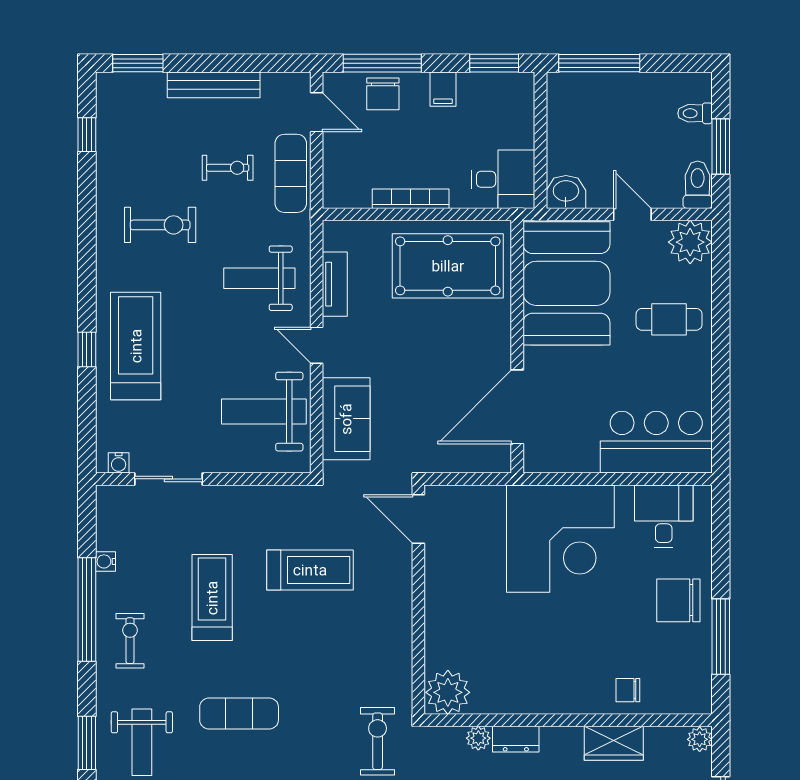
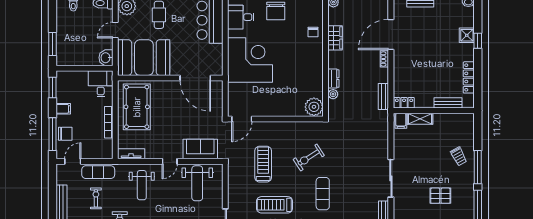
window: (599, 63) -> (52, 44), width x0.69
tv unit: (335, 284) -> (131, 154), moved
exercise bike: (378, 741) -> (309, 157), moved, turned -33

